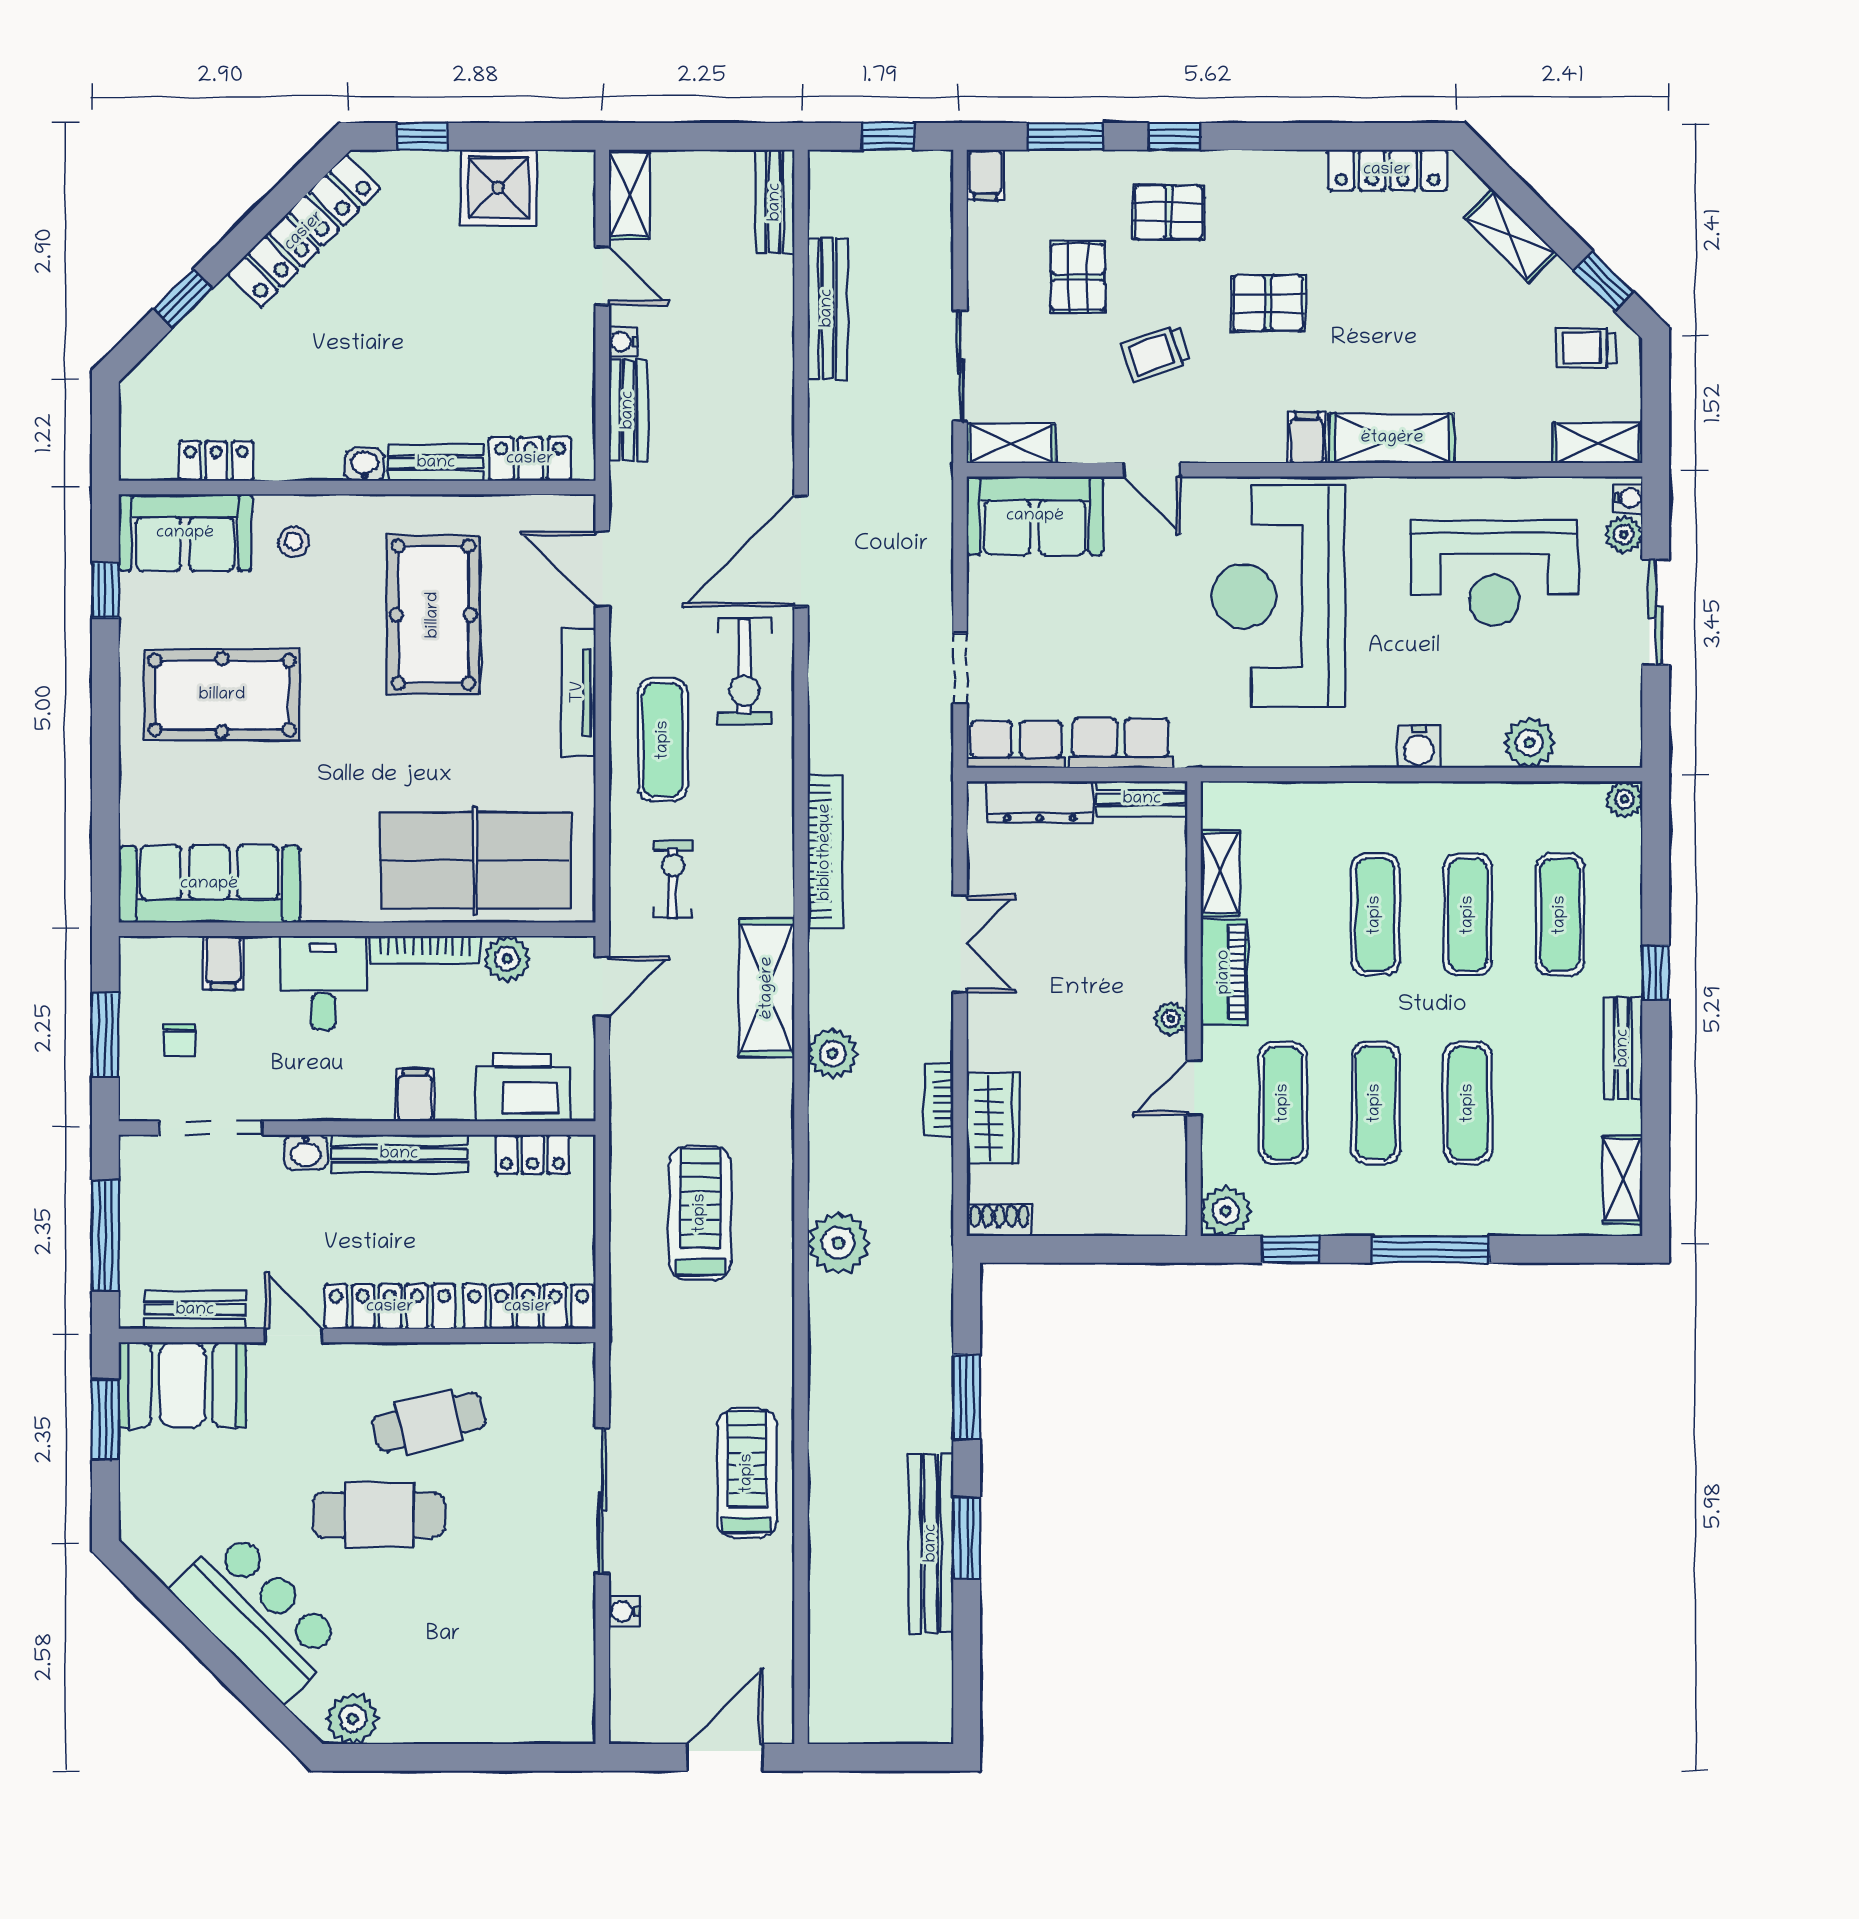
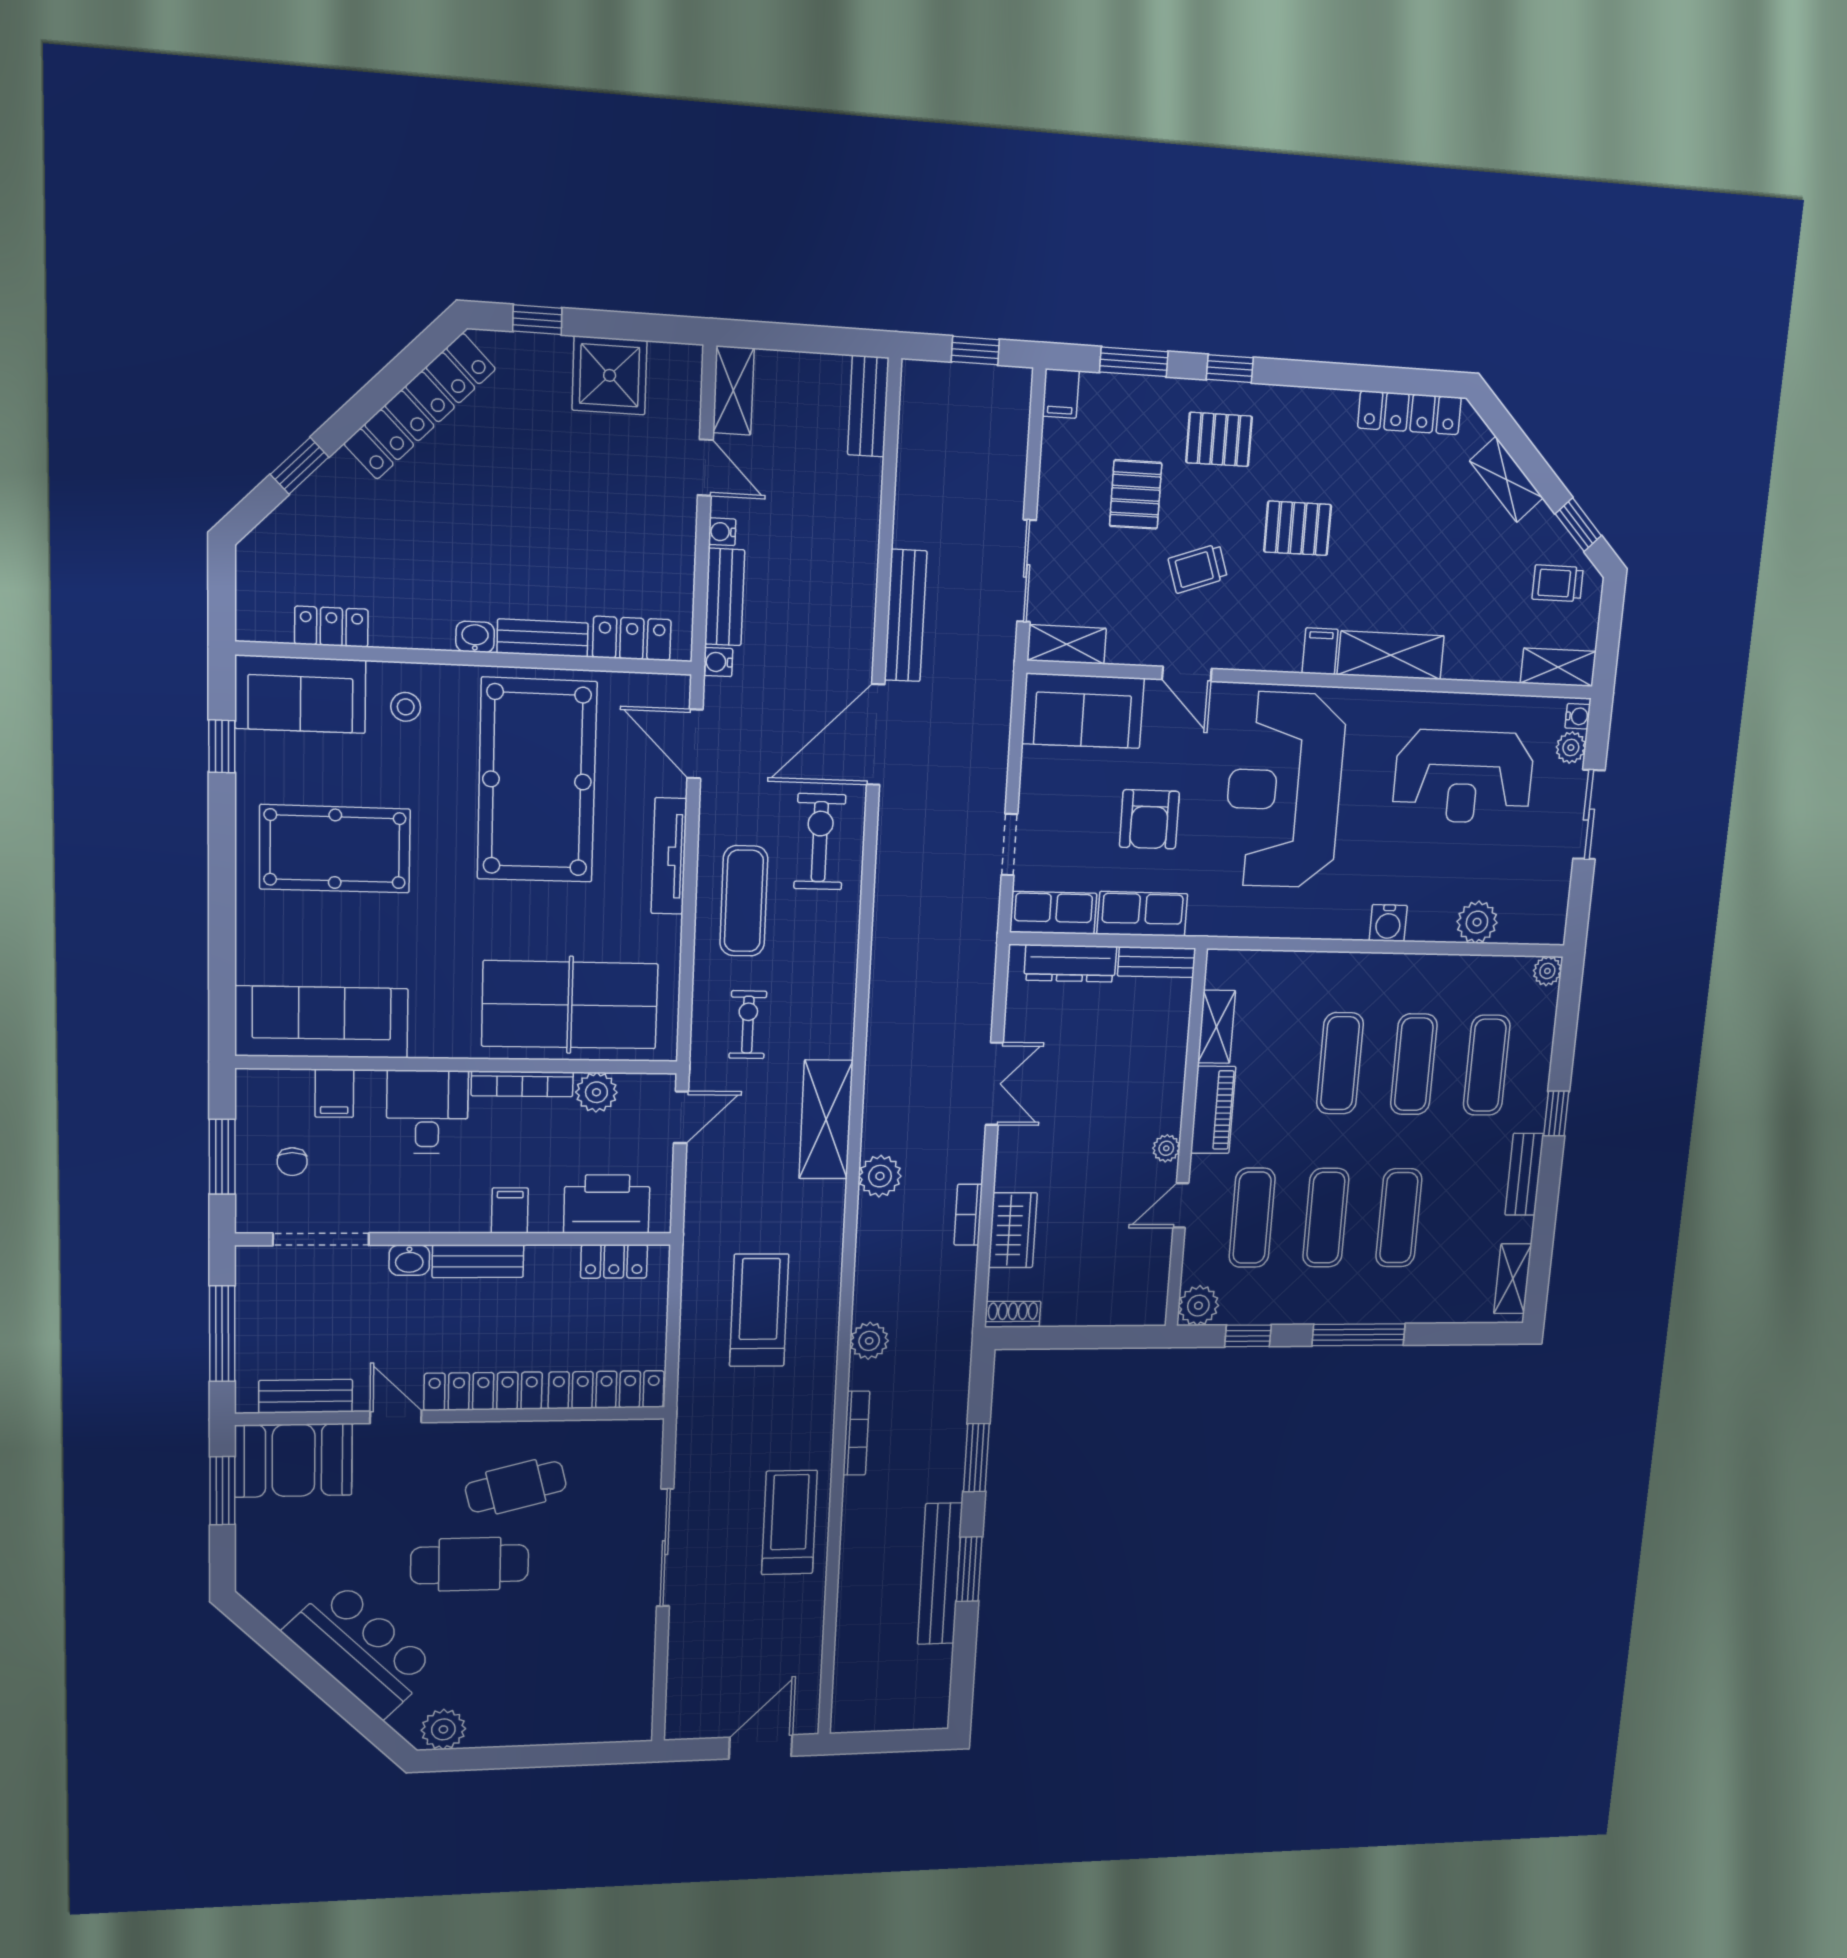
bench: (827, 308) -> (906, 616), moved
pool table: (433, 615) -> (537, 780), width x1.36, depth x1.32
armchair: (1121, 635) -> (1149, 819), added
exercise bike: (744, 672) -> (820, 842), turned 180
bookcase: (825, 852) -> (856, 1433), moved, width x0.68, depth x0.76
bench: (399, 1154) -> (478, 1261), width x0.73
plant: (838, 1243) -> (869, 1341), width x0.73, depth x0.73
water cooler: (624, 1611) -> (718, 662), moved

